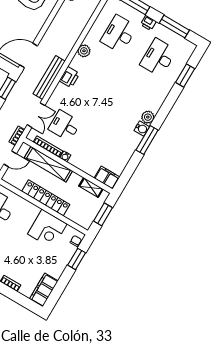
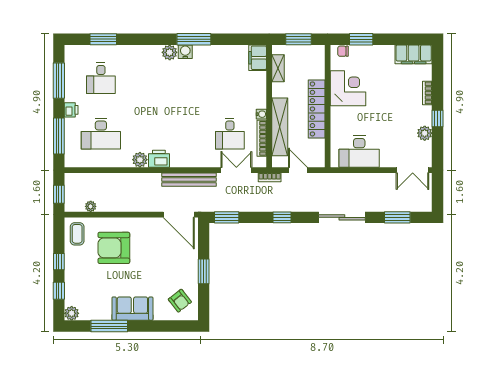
desk: (158, 57) -> (101, 78), width x0.73
printer: (69, 77) -> (159, 159), moved

